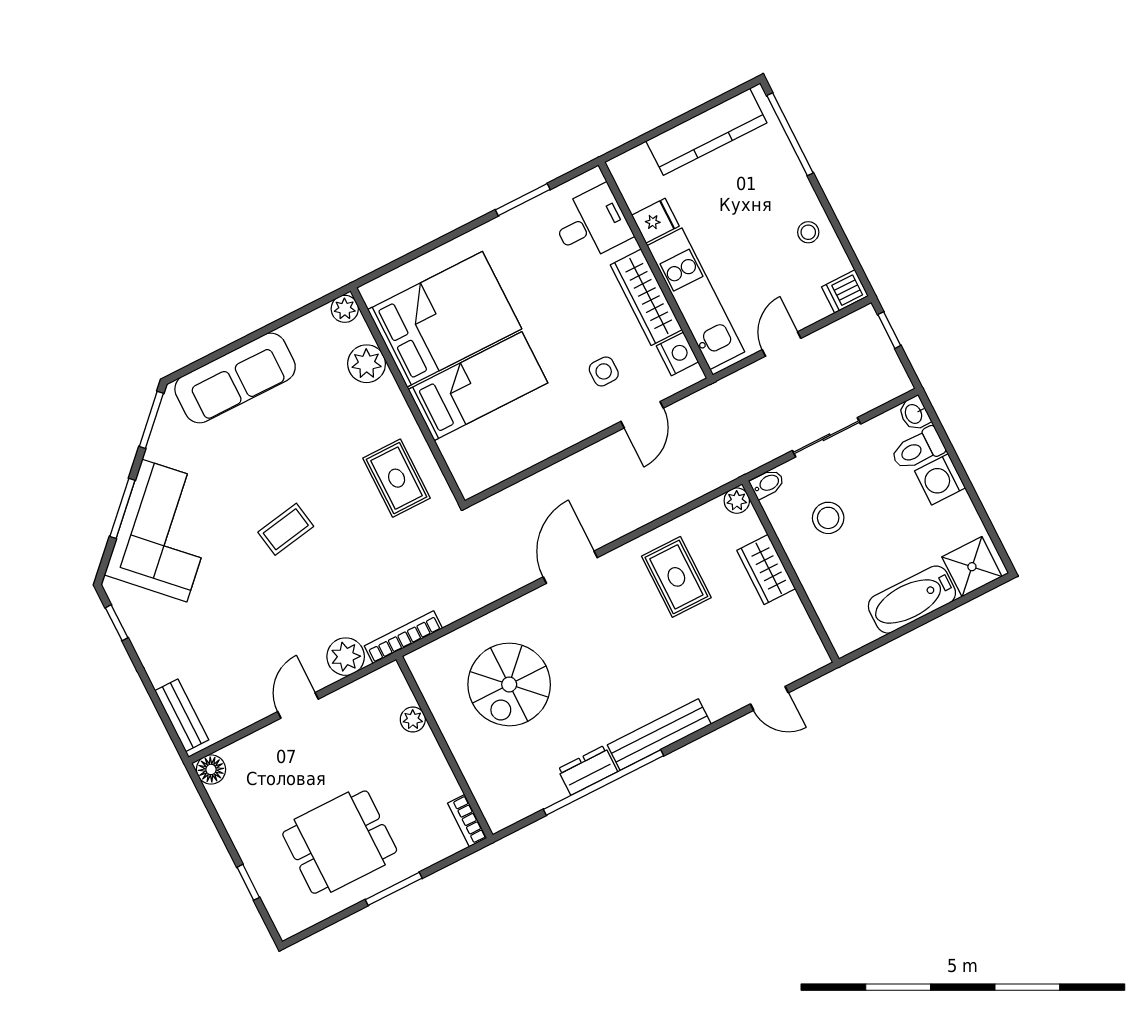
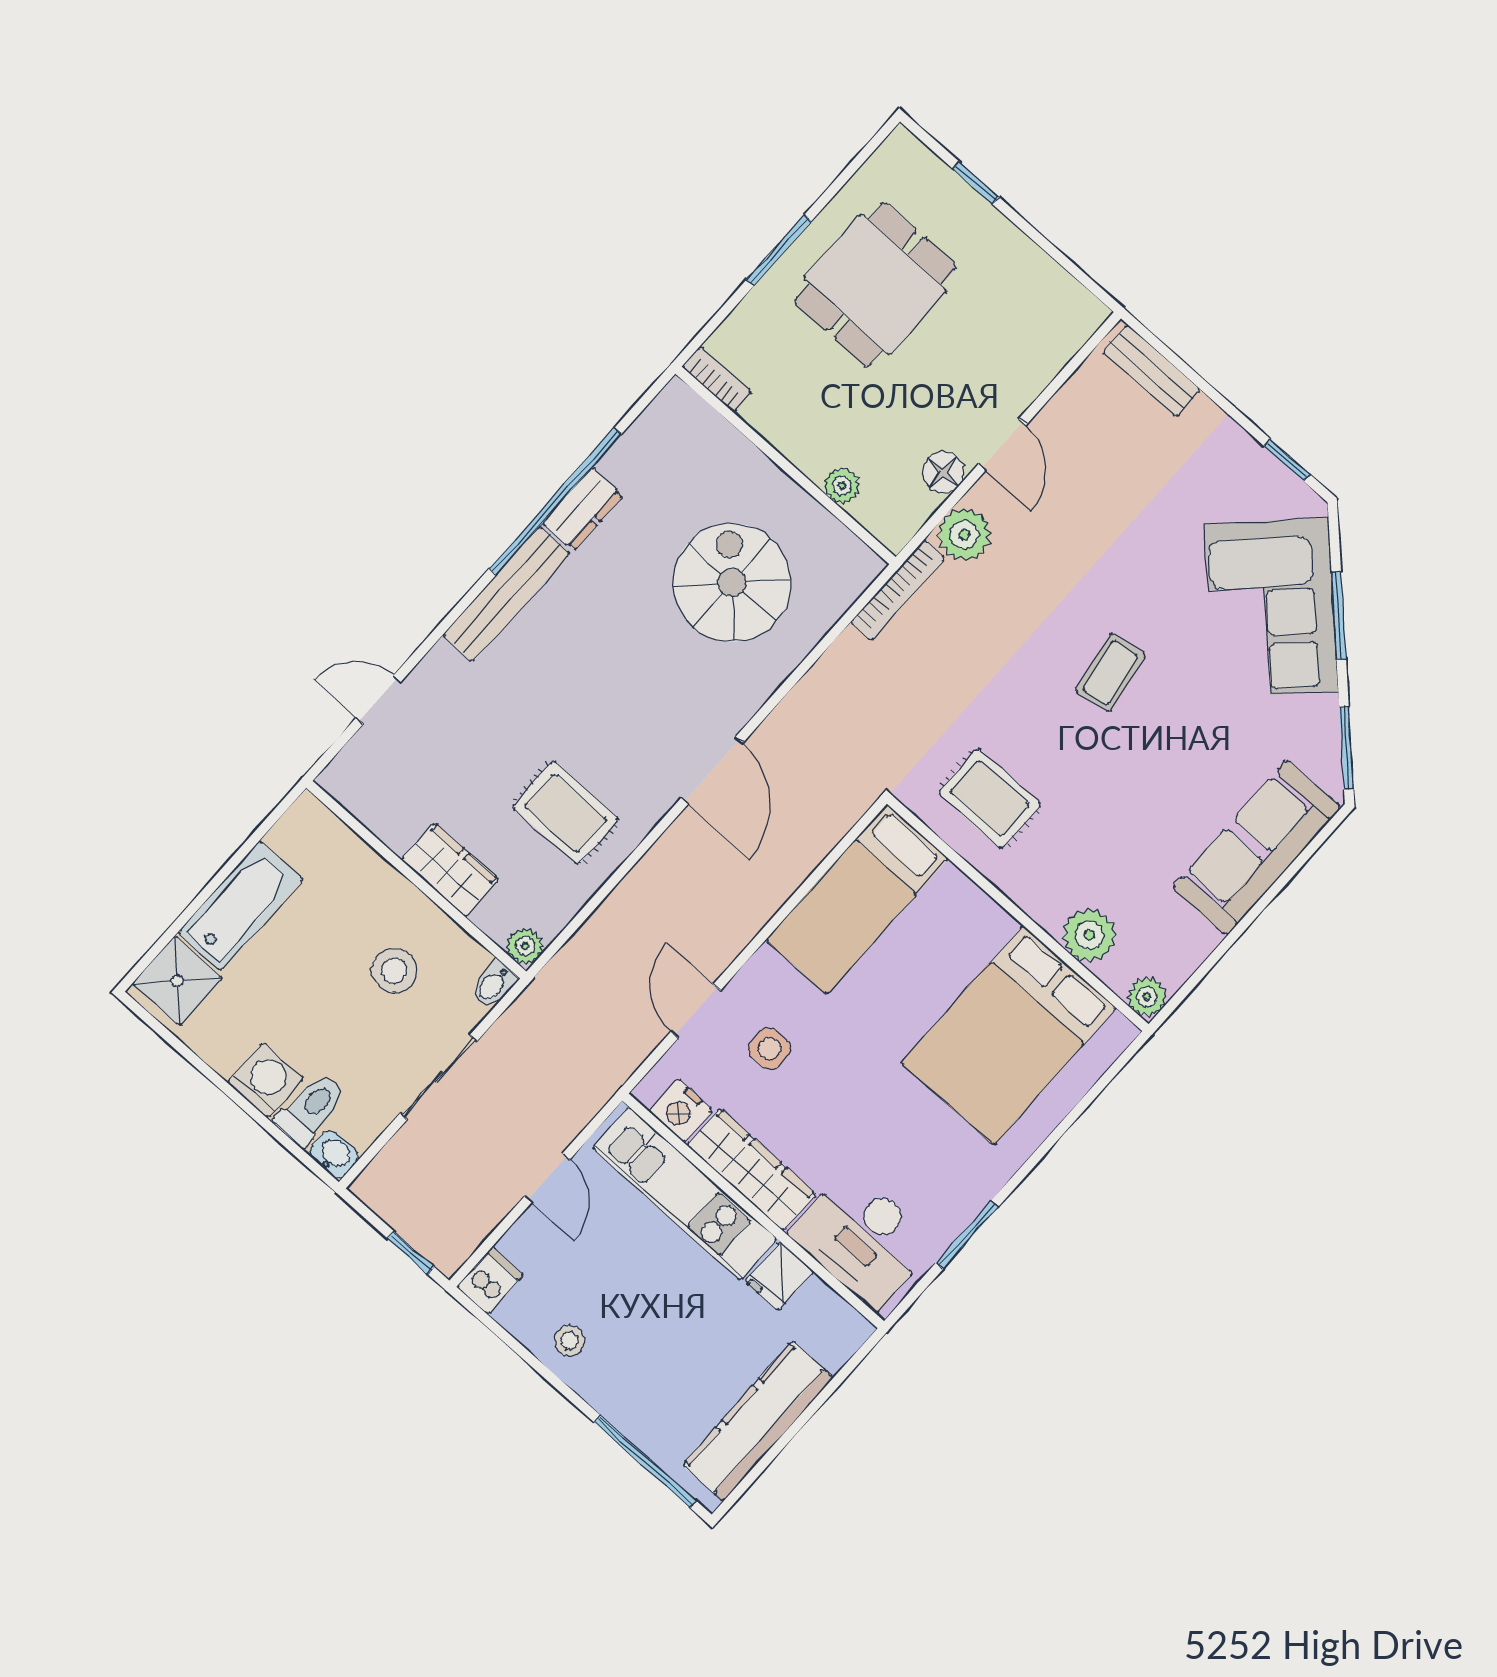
desk: (591, 224) -> (863, 1239), width x1.37
bed: (478, 386) -> (857, 899), moved
floor lamp: (211, 769) -> (943, 472), moved

